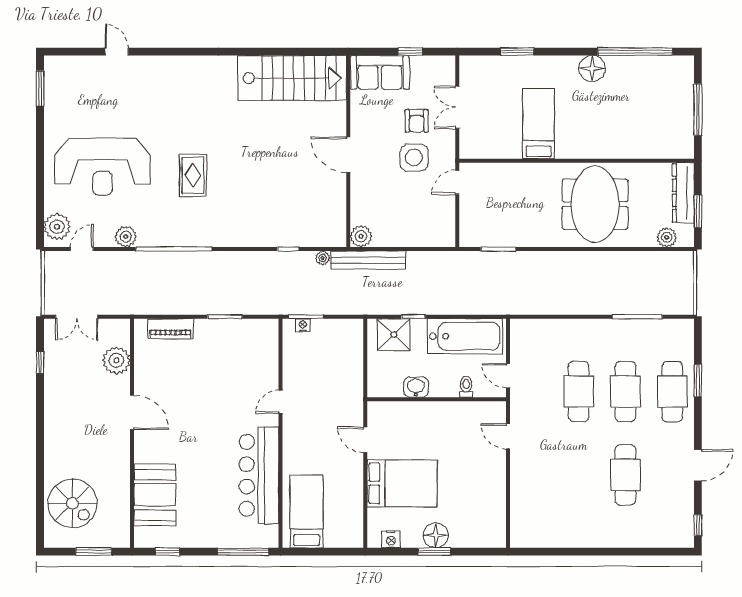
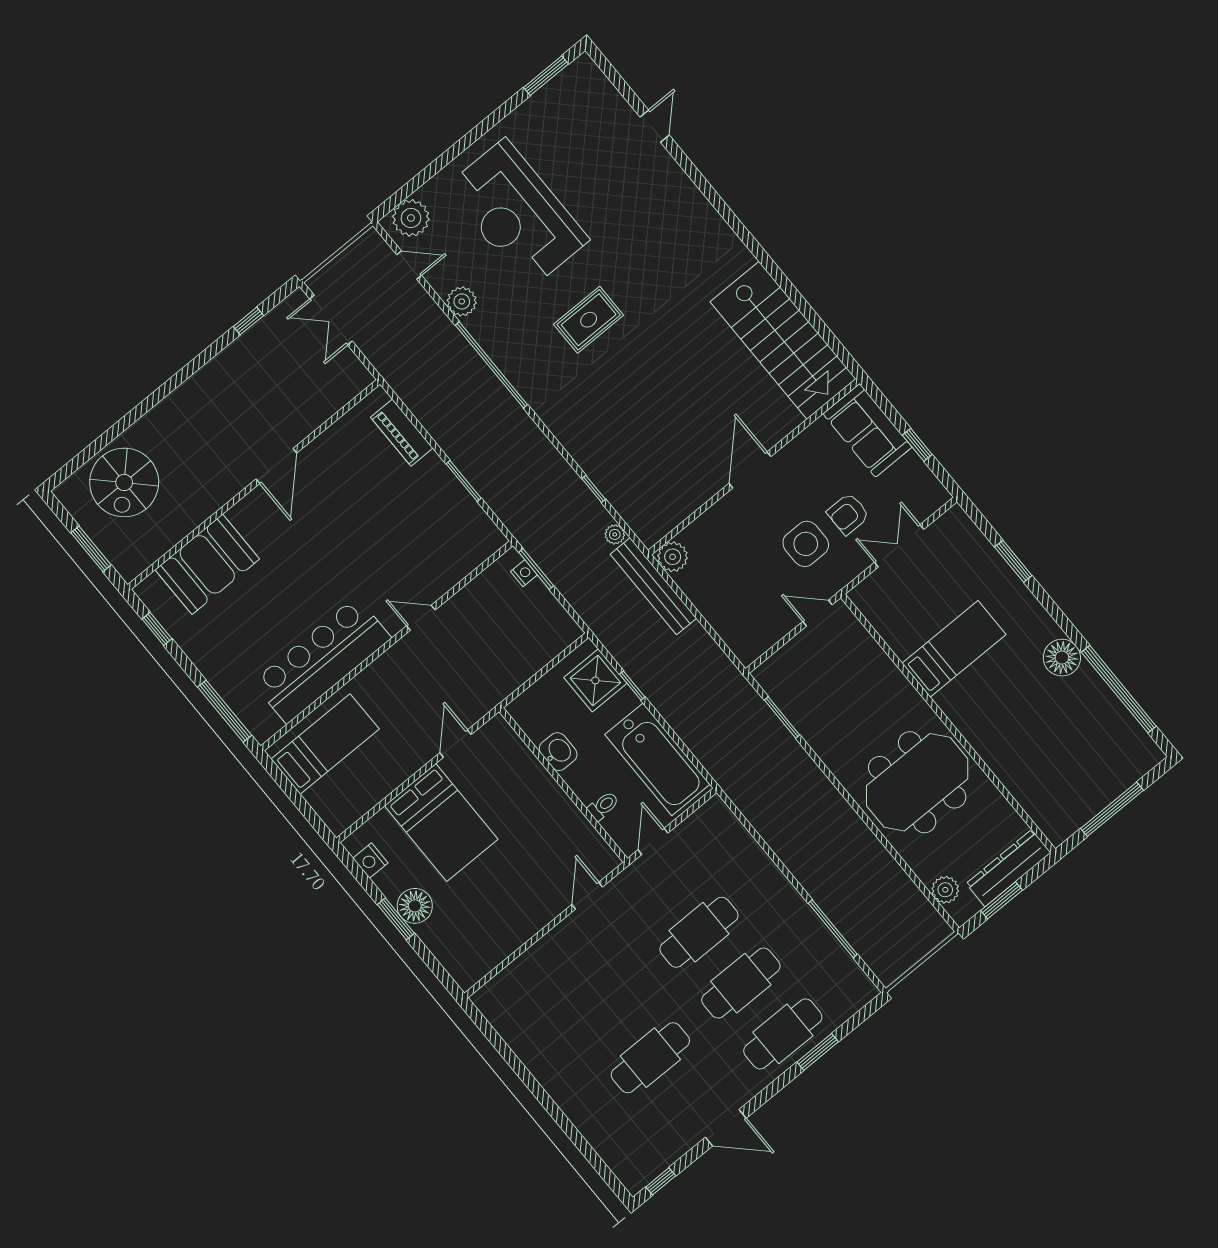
plant: (117, 360) -> (319, 402), removed

